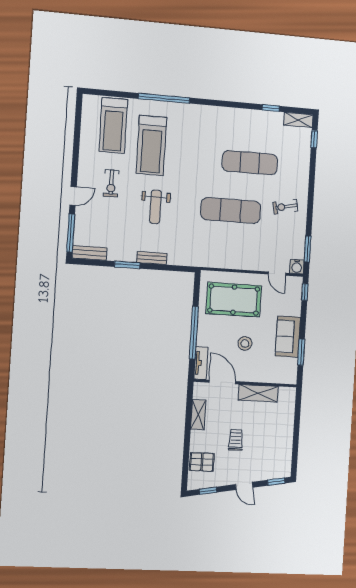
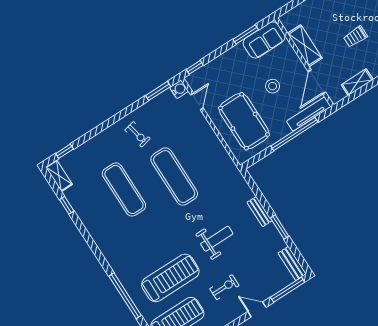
sofa: (288, 337) -> (264, 40), moved
tv unit: (201, 363) -> (309, 114), width x1.41

